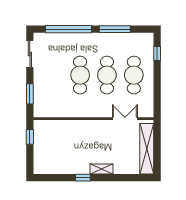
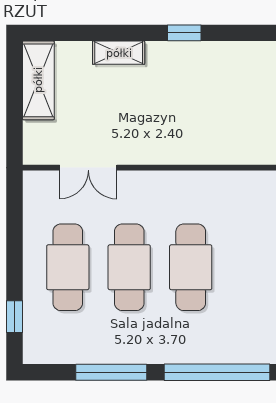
shelving: (147, 149) -> (38, 80), width x0.68
shelving: (102, 169) -> (119, 53), moved

